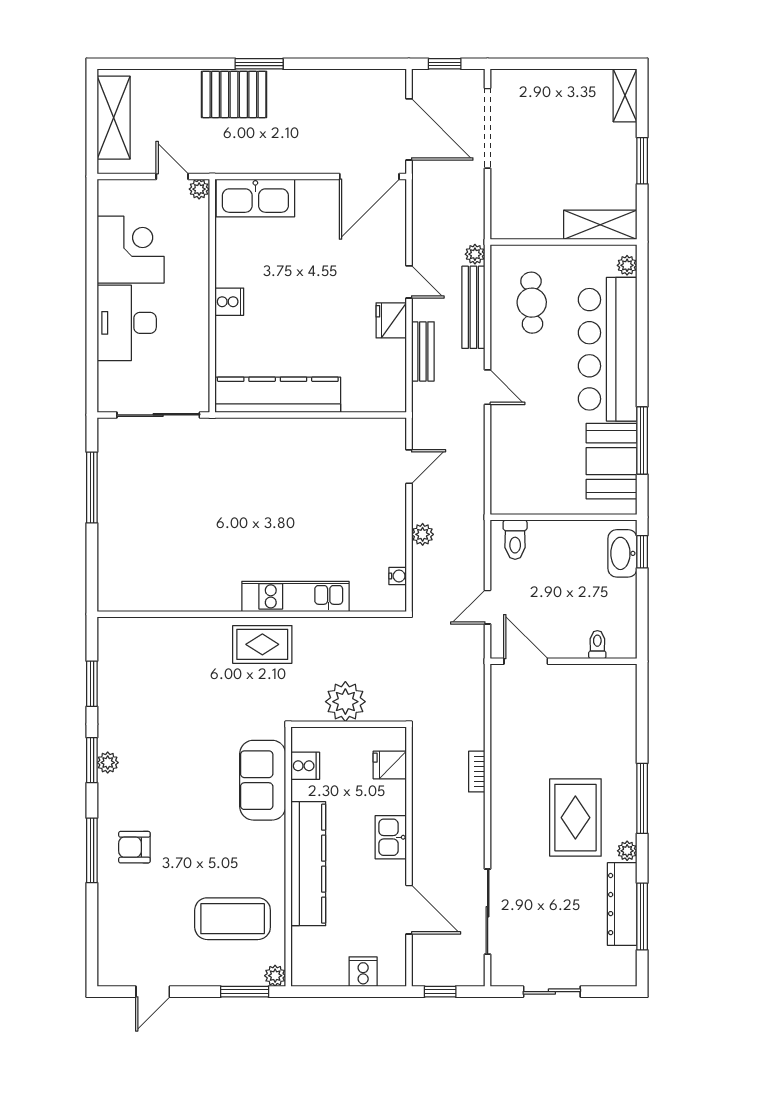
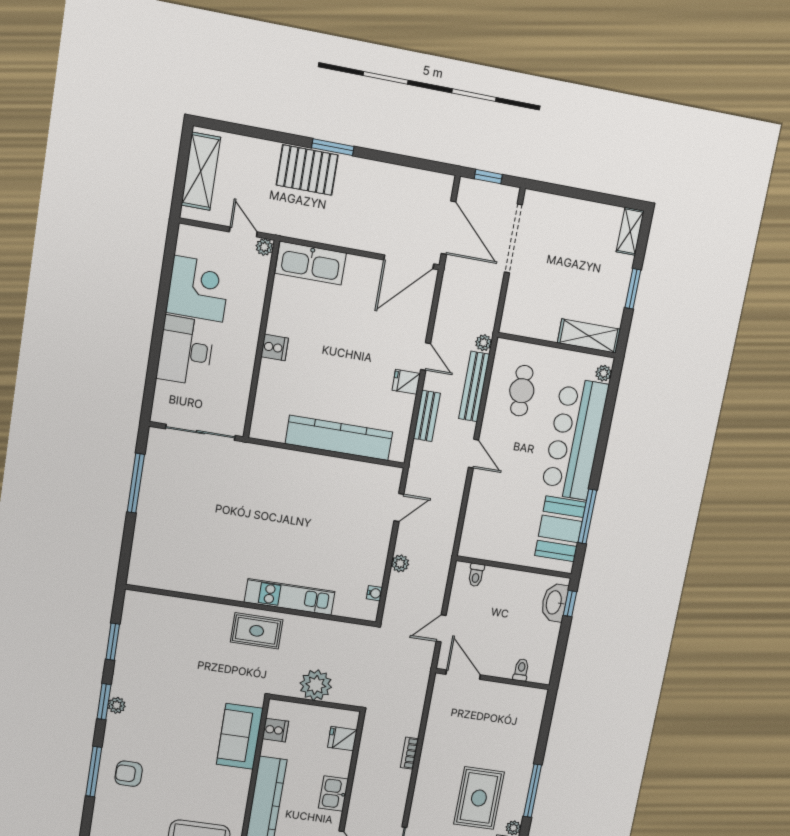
fridge: (391, 320) -> (406, 382), width x0.72
kitchen counter: (278, 395) -> (339, 438), moved
toilet: (515, 540) -> (476, 575), width x0.73, depth x0.72

